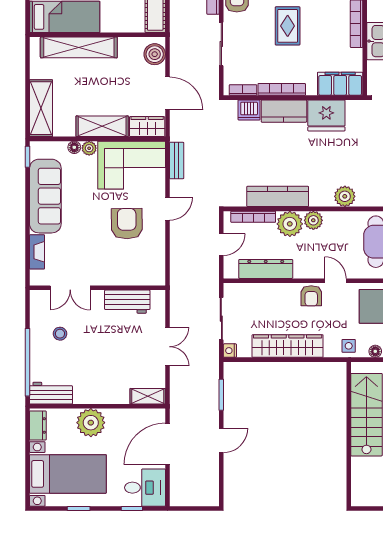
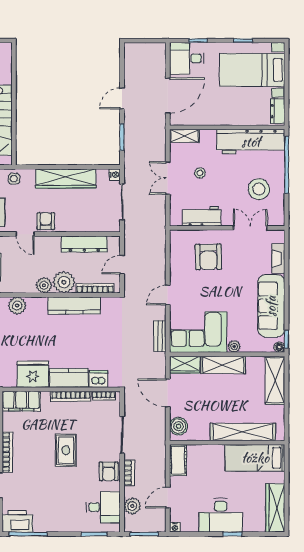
floor lamp: (74, 147) -> (279, 347), moved
armchair: (127, 224) -> (208, 257), moved
stool: (60, 334) -> (259, 189), width x1.89, depth x1.89
stool: (129, 353) -> (200, 173), added
workbench: (51, 393) -> (251, 142), width x1.88, depth x1.32
plant: (91, 423) -> (233, 113), removed

